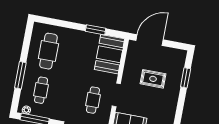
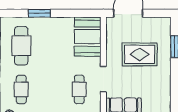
window: (96, 30) -> (39, 13), moved
rug: (153, 79) -> (140, 54), width x1.36, depth x1.43

